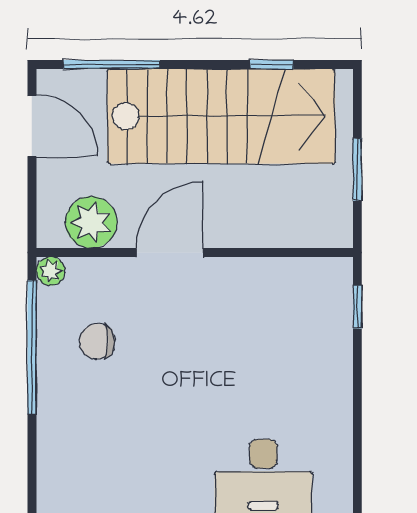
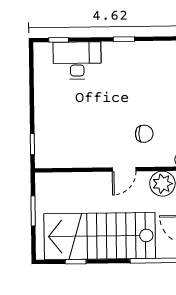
door: (170, 252) -> (124, 169), width x0.73
chair: (97, 342) -> (144, 134), moved

